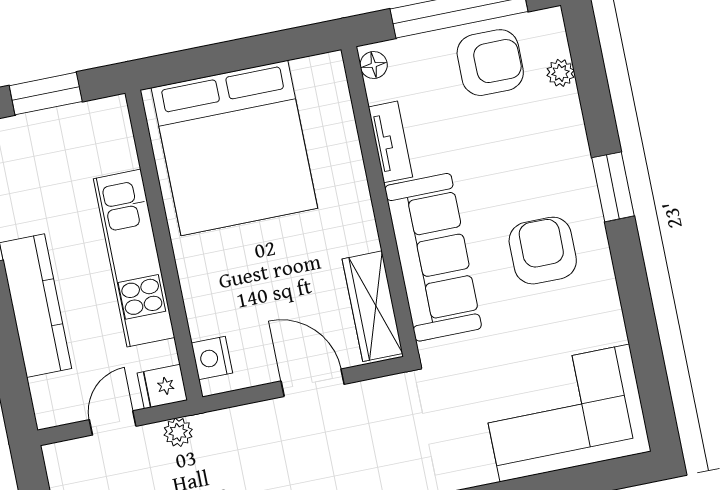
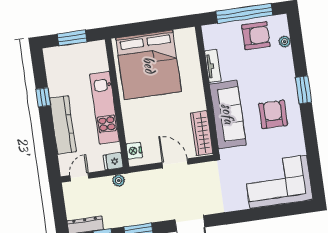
floor lamp: (374, 65) -> (208, 34), removed
door: (113, 423) -> (79, 177), moved

